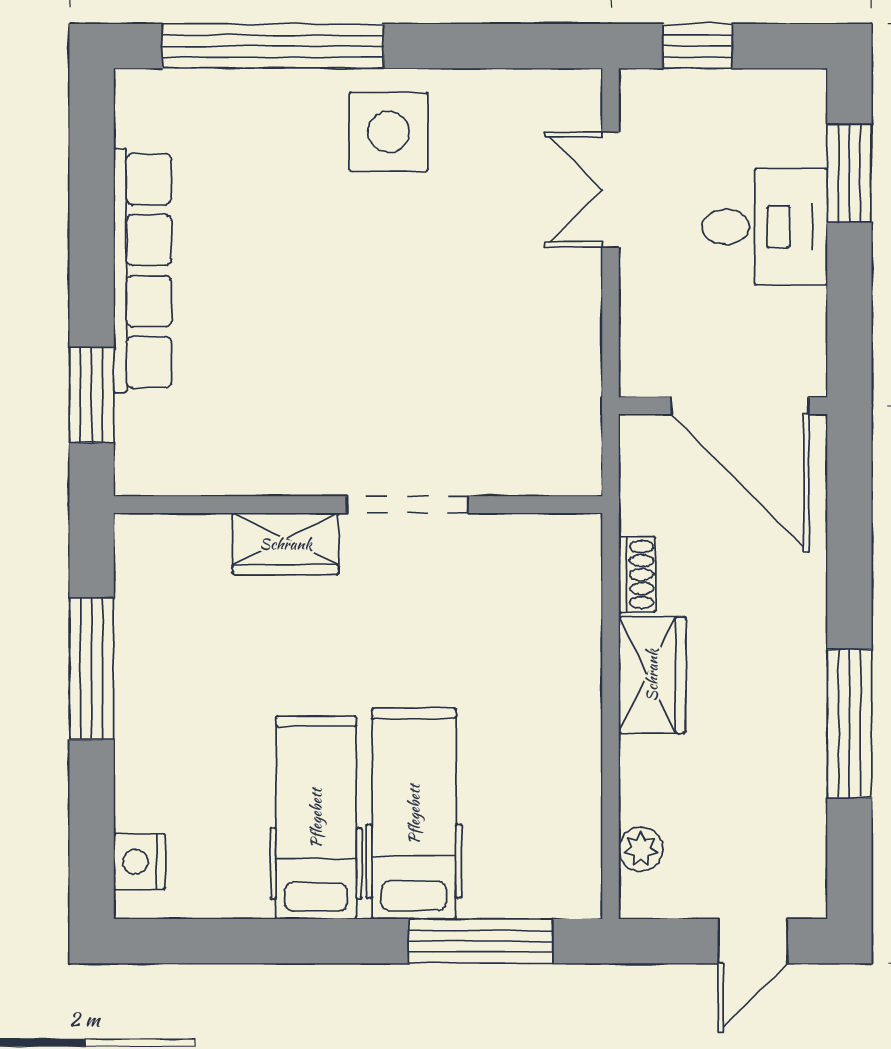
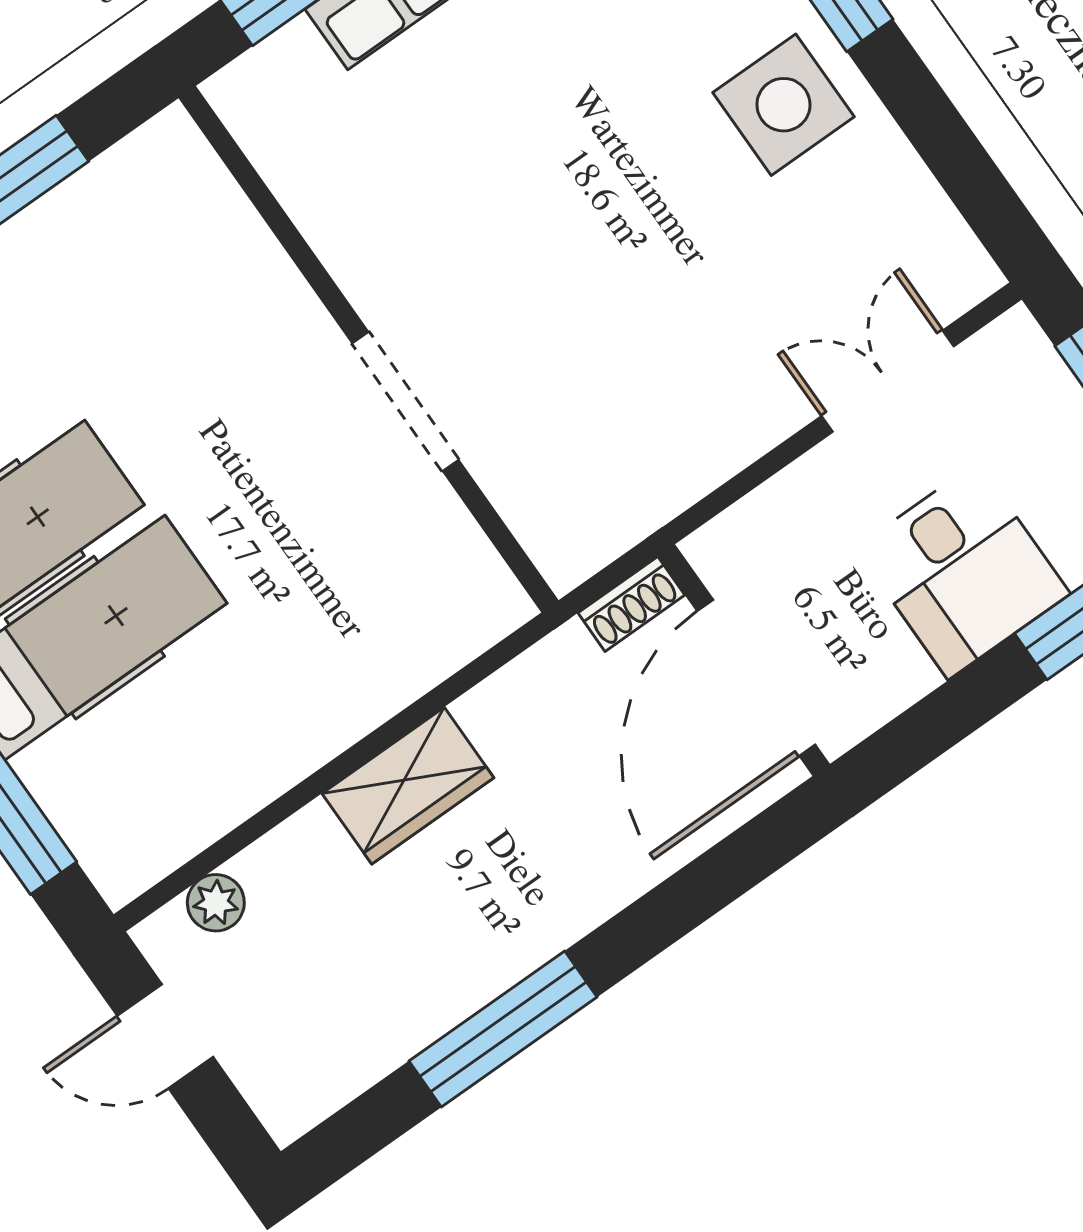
wardrobe: (286, 544) -> (274, 302), removed
shoe rack: (637, 575) -> (631, 604), moved
door: (753, 941) -> (165, 1036), moved

